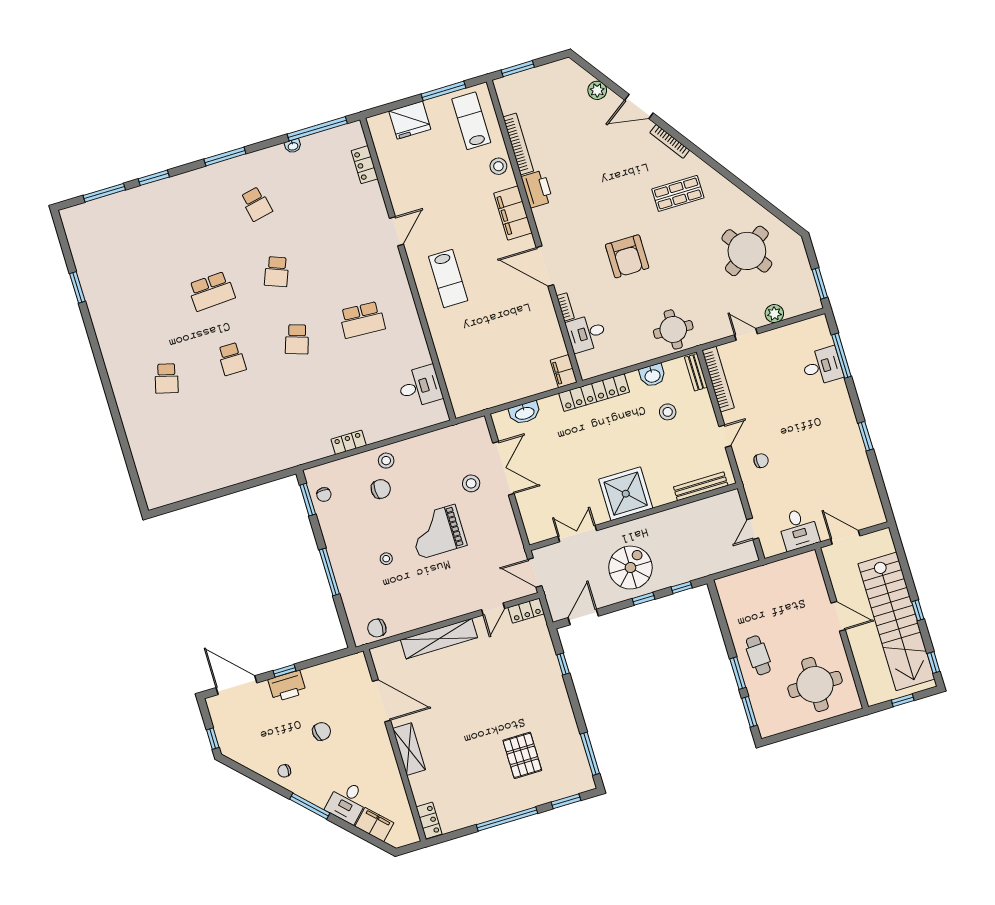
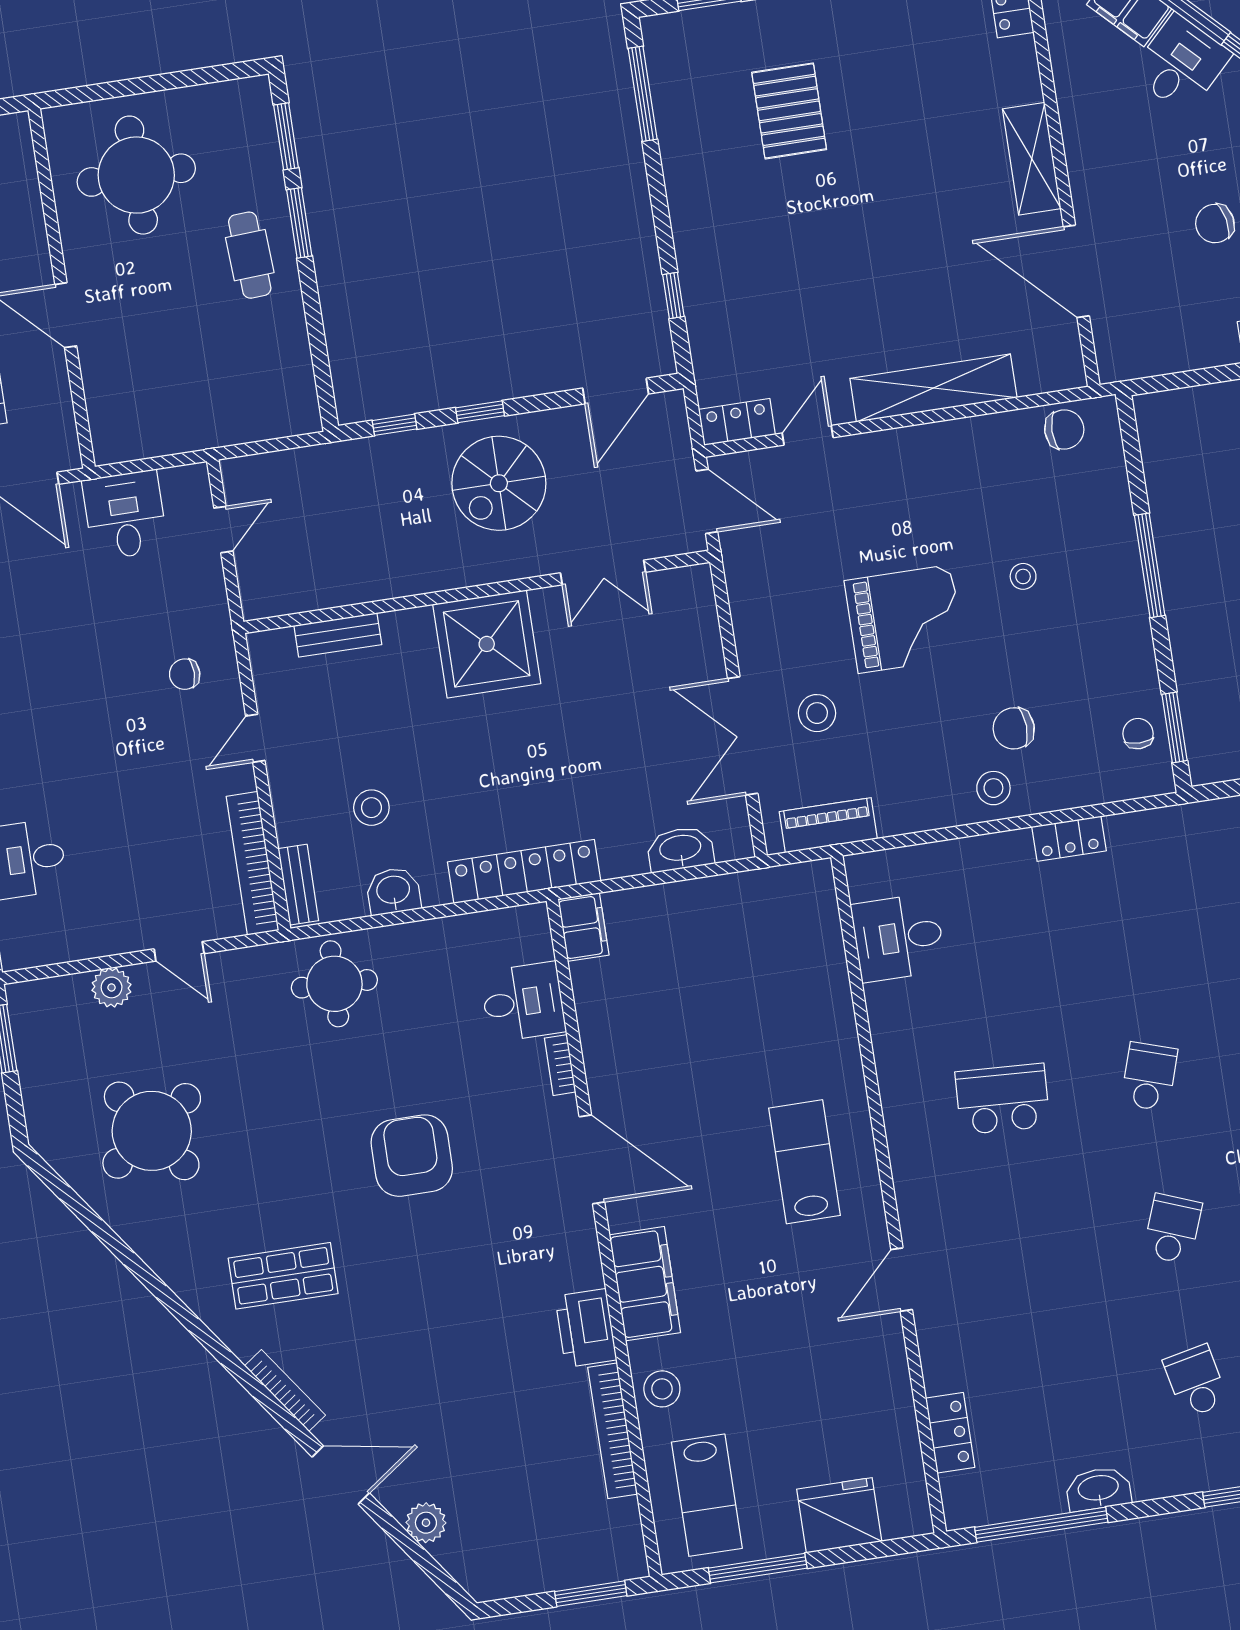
washbasin: (293, 146) -> (1098, 1489), width x1.91, depth x1.45
piano: (459, 433) -> (828, 825), added
bench: (701, 486) -> (338, 635), width x0.73

